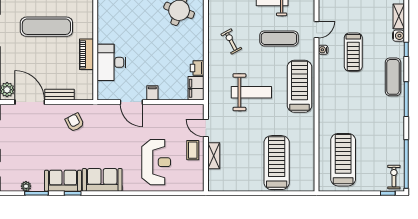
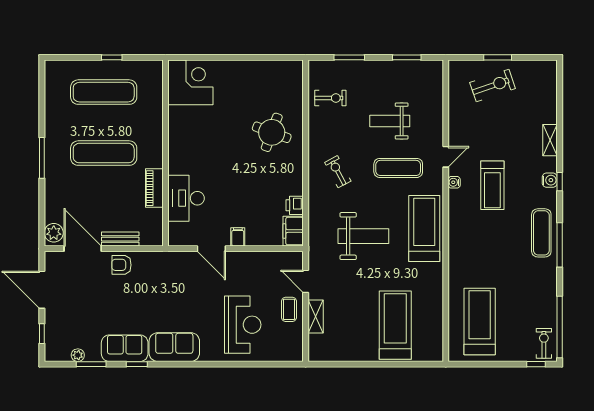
water cooler: (399, 36) -> (550, 180), moved
exercise mat: (393, 77) -> (541, 233), moved
armchair: (75, 122) -> (121, 265), moved, turned -63

